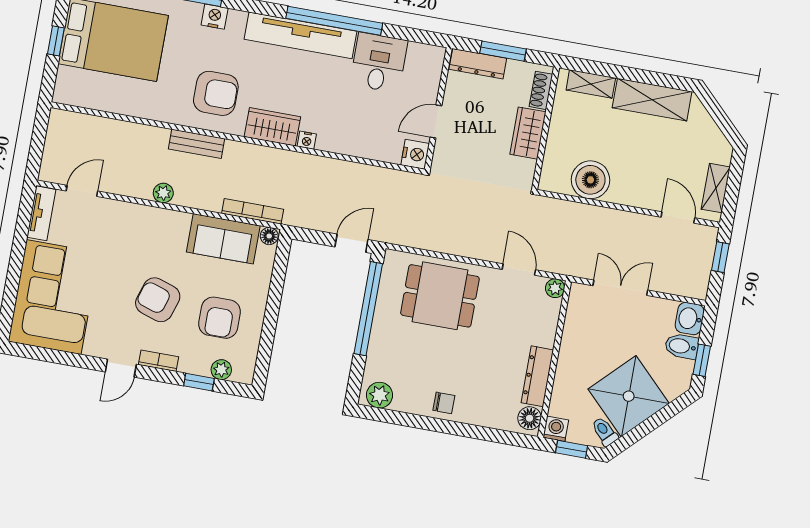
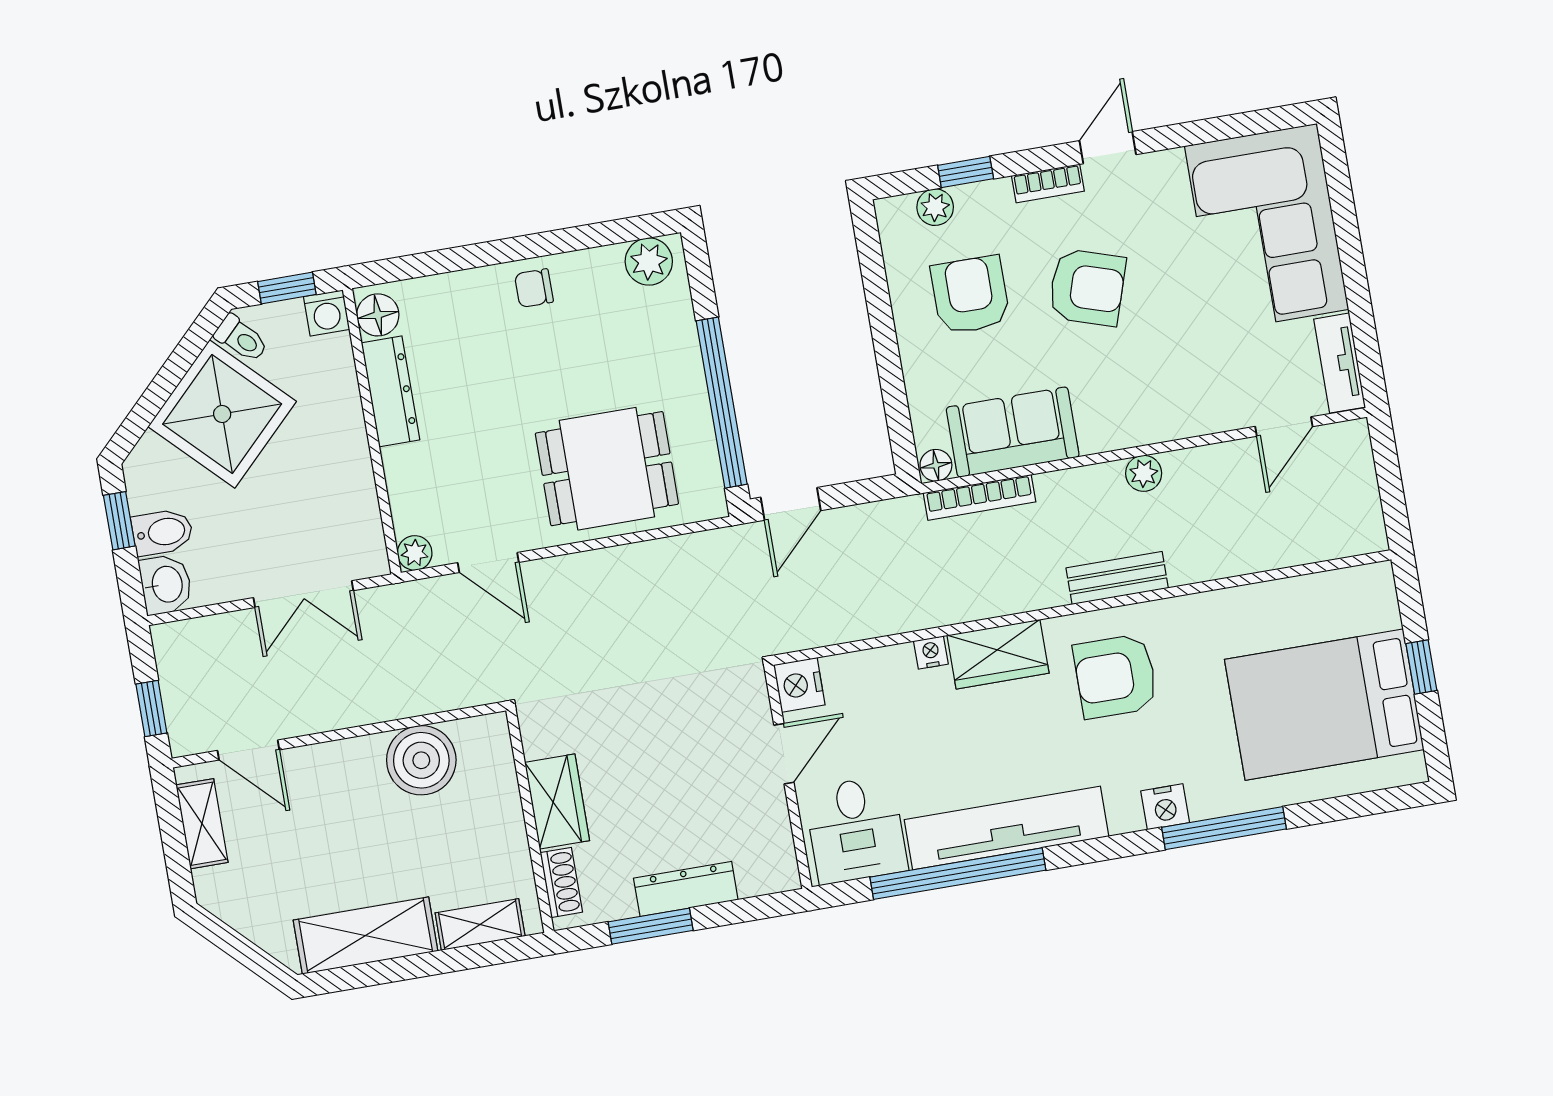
wall: (438, 109) -> (788, 777), moved
door: (436, 121) -> (784, 754), moved
nightstand: (415, 154) -> (799, 685), moved

